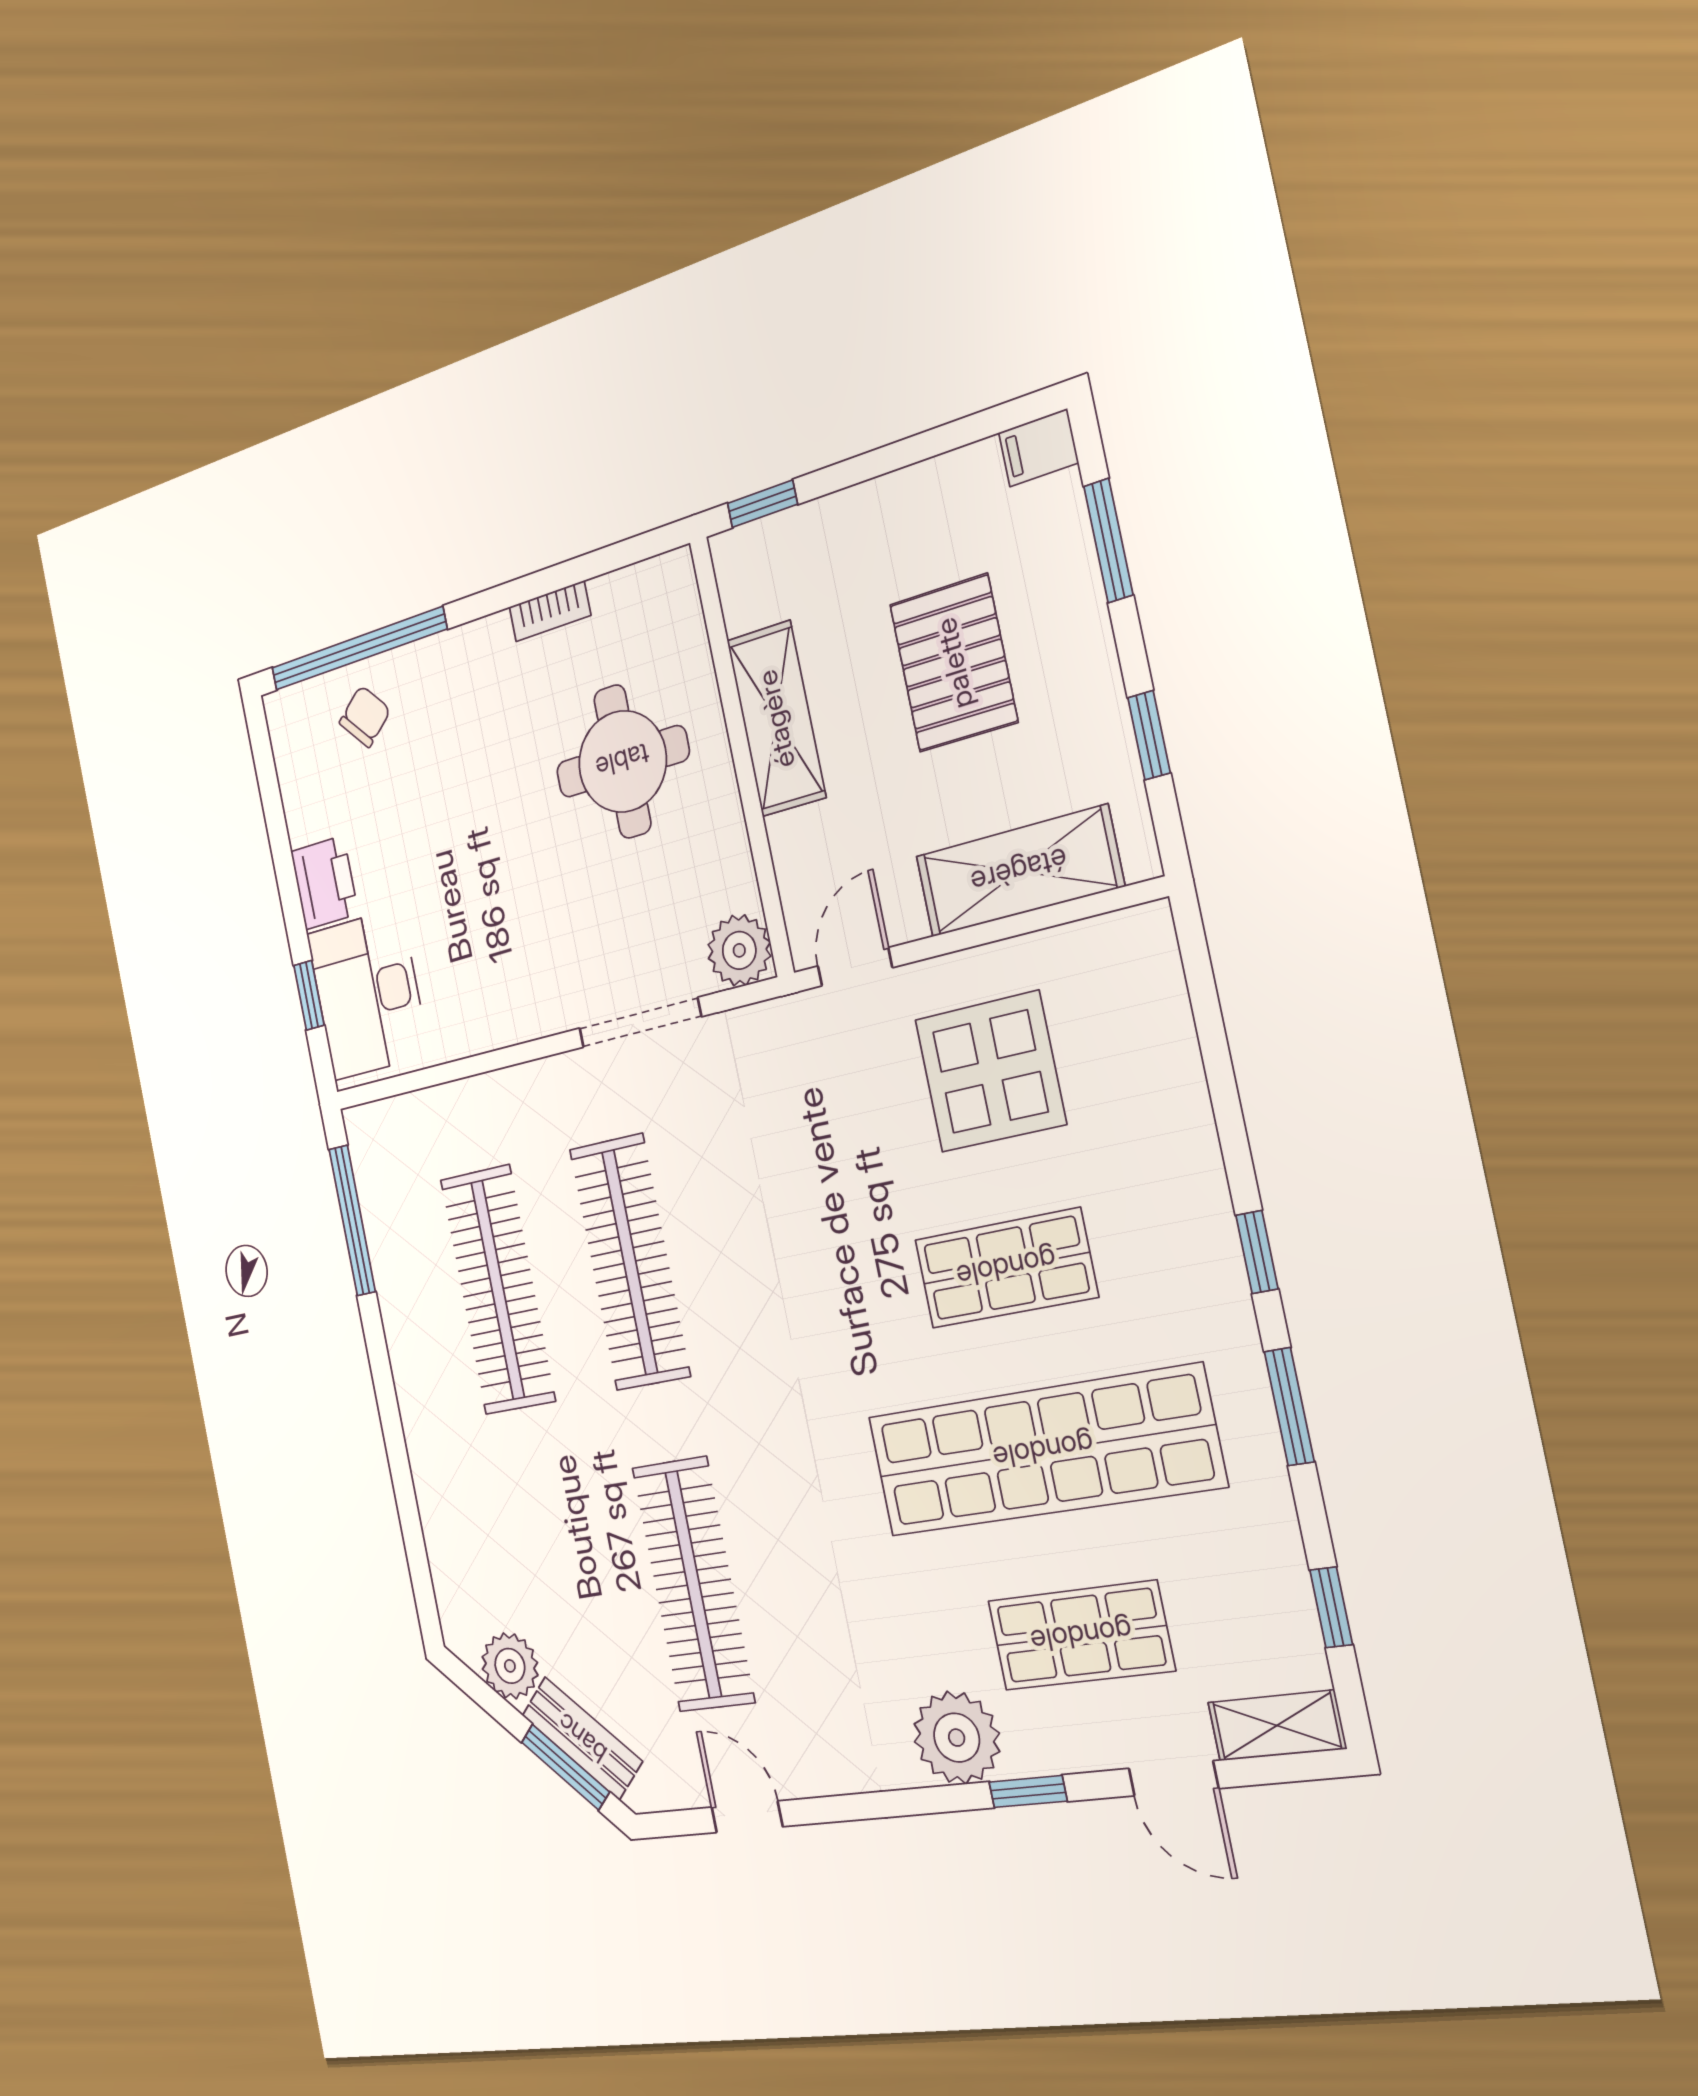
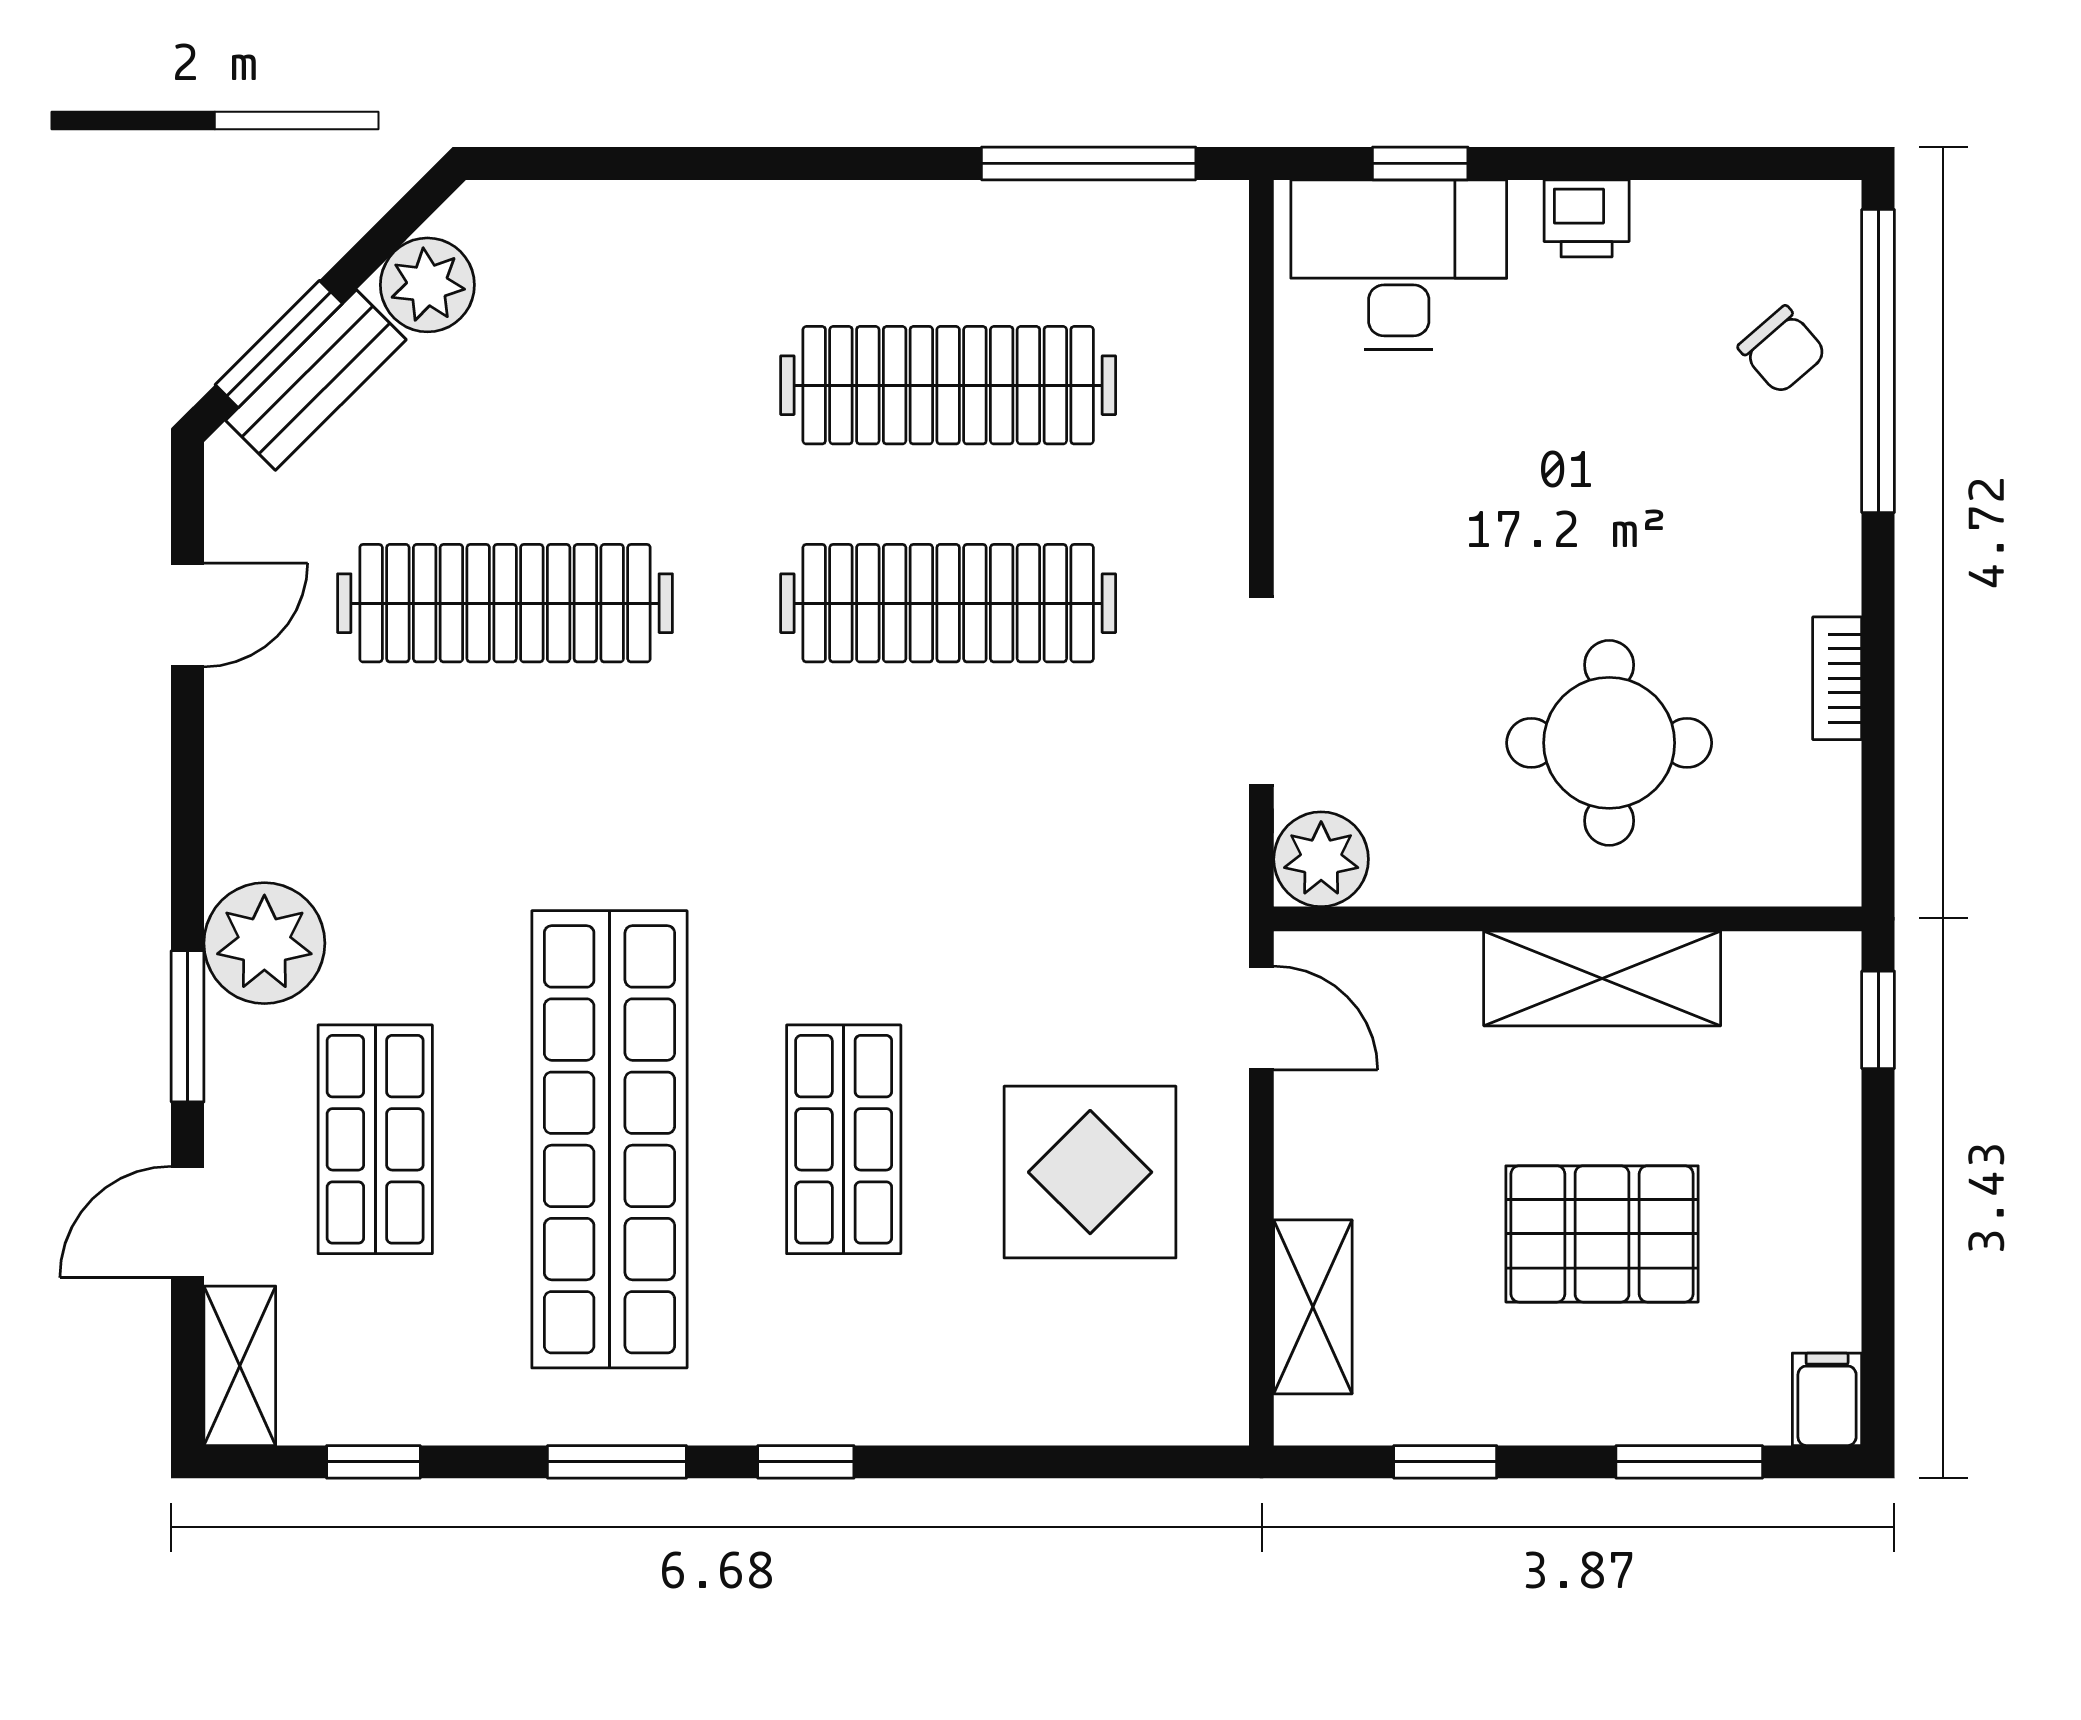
shelving: (1019, 871) -> (1313, 1307), width x0.67, depth x0.75
printer: (325, 883) -> (1587, 218), width x0.73, depth x0.81
window: (1028, 1792) -> (188, 1026), width x1.50

